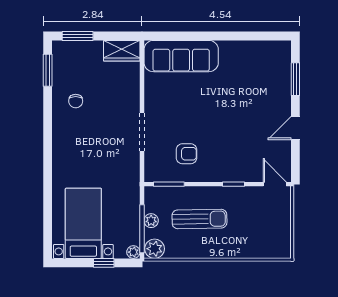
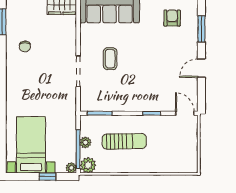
coffee table: (182, 116) -> (110, 59), added
armchair: (186, 154) -> (172, 18), moved, turned -90

